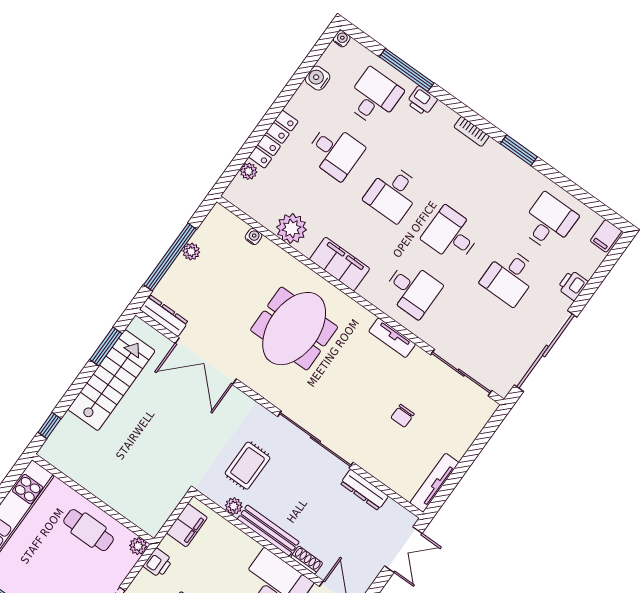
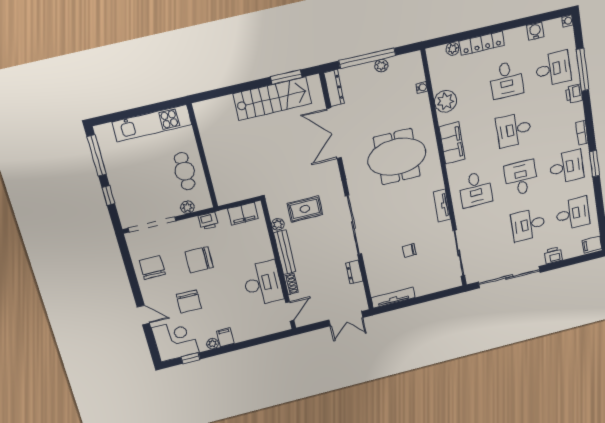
desk: (490, 180) -> (566, 167), added
window: (49, 425) -> (214, 94), removed
dresser: (364, 490) -> (354, 272), width x0.70
plant: (138, 546) -> (187, 207), moved

